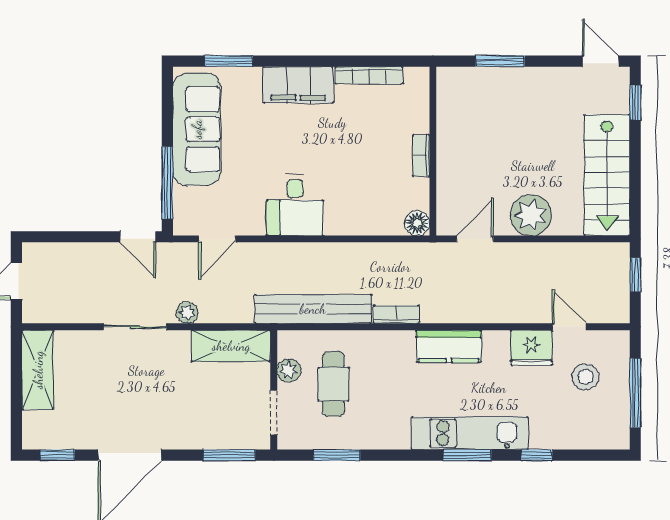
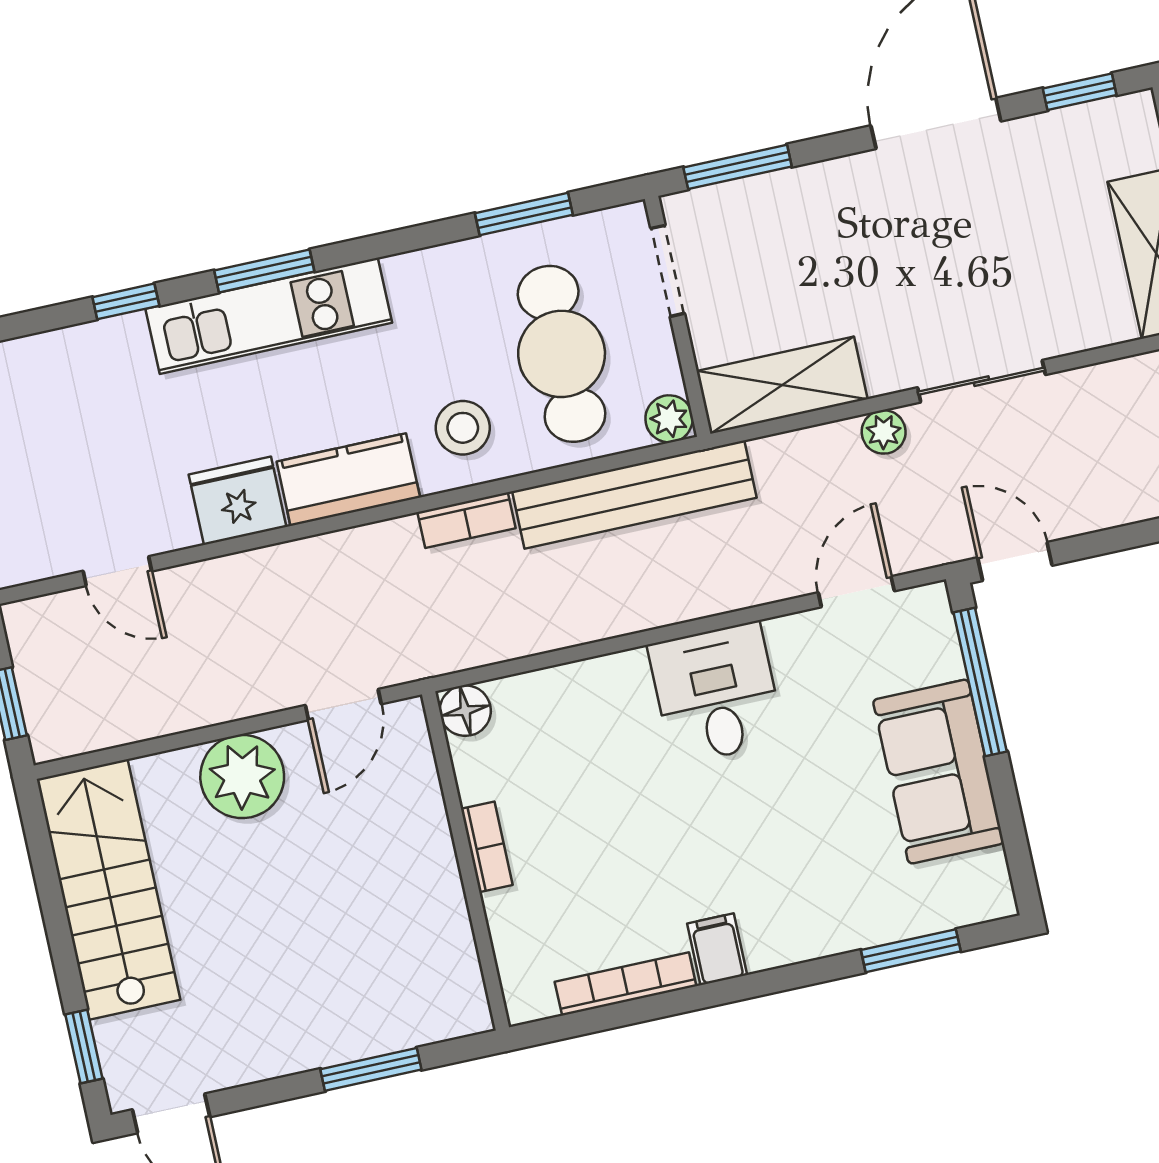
filing cabinet: (298, 85) -> (717, 949), width x0.33, depth x0.86
sofa: (197, 129) -> (938, 772), width x0.73
fridge: (532, 348) -> (238, 501), moved
plant: (289, 370) -> (669, 419), moved
stool: (586, 377) -> (463, 428), moved
cafe table: (333, 384) -> (562, 354), width x1.37, depth x1.35

